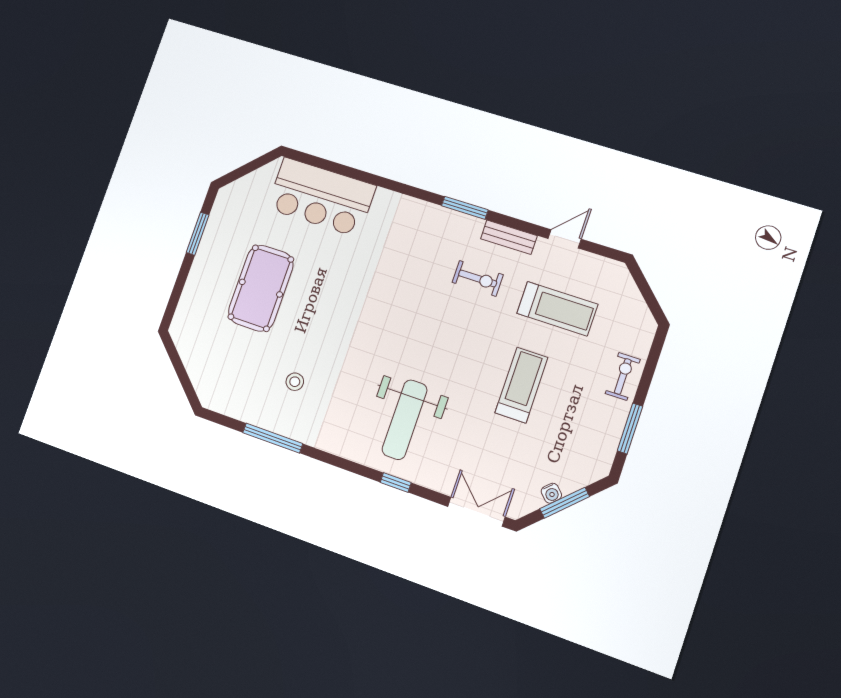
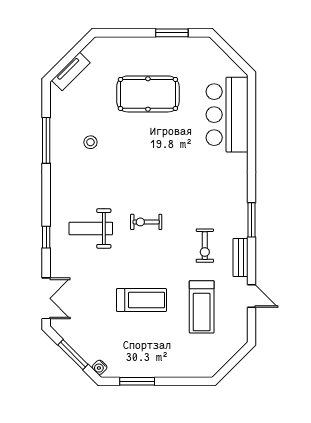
tv unit: (199, 376) -> (71, 72), added
exercise bike: (623, 376) -> (146, 222), moved, turned 180
weight bench: (405, 420) -> (91, 228), width x0.73, depth x0.75
water cooler: (551, 493) -> (100, 367), moved

